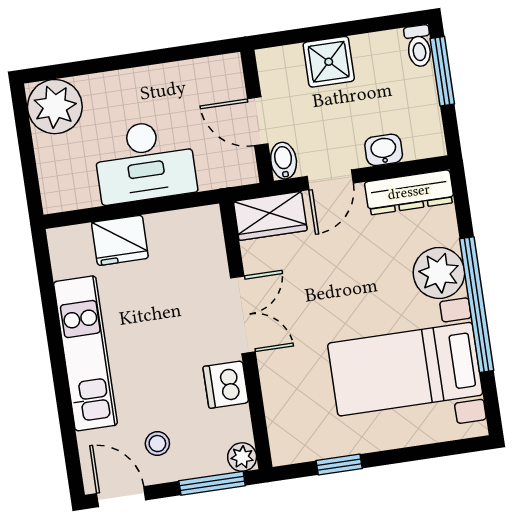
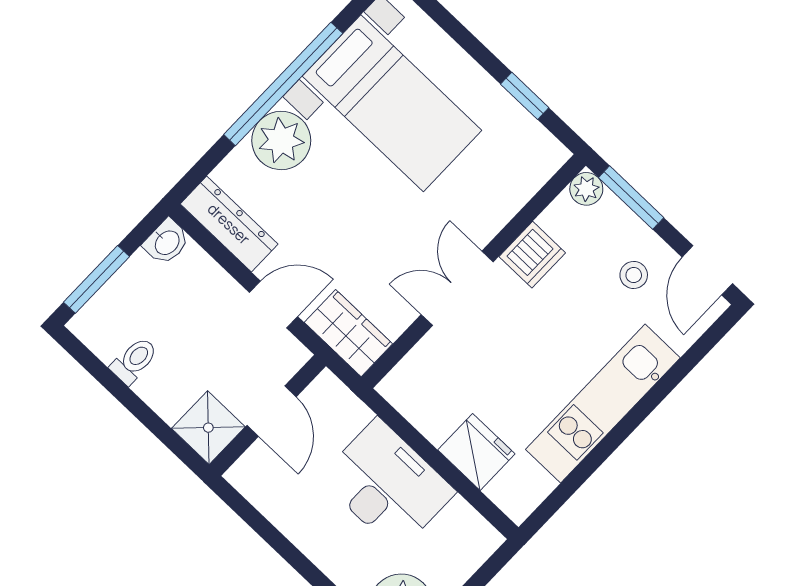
toilet: (419, 46) -> (134, 361), moved
shower: (329, 62) -> (208, 428), moved
washbasin: (384, 150) -> (166, 242), moved, turned -90
bidet: (284, 161) -> (289, 360), removed

